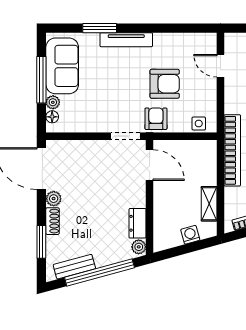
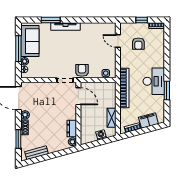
armchair: (165, 84) -> (87, 51), removed
window: (99, 272) -> (51, 156), removed

